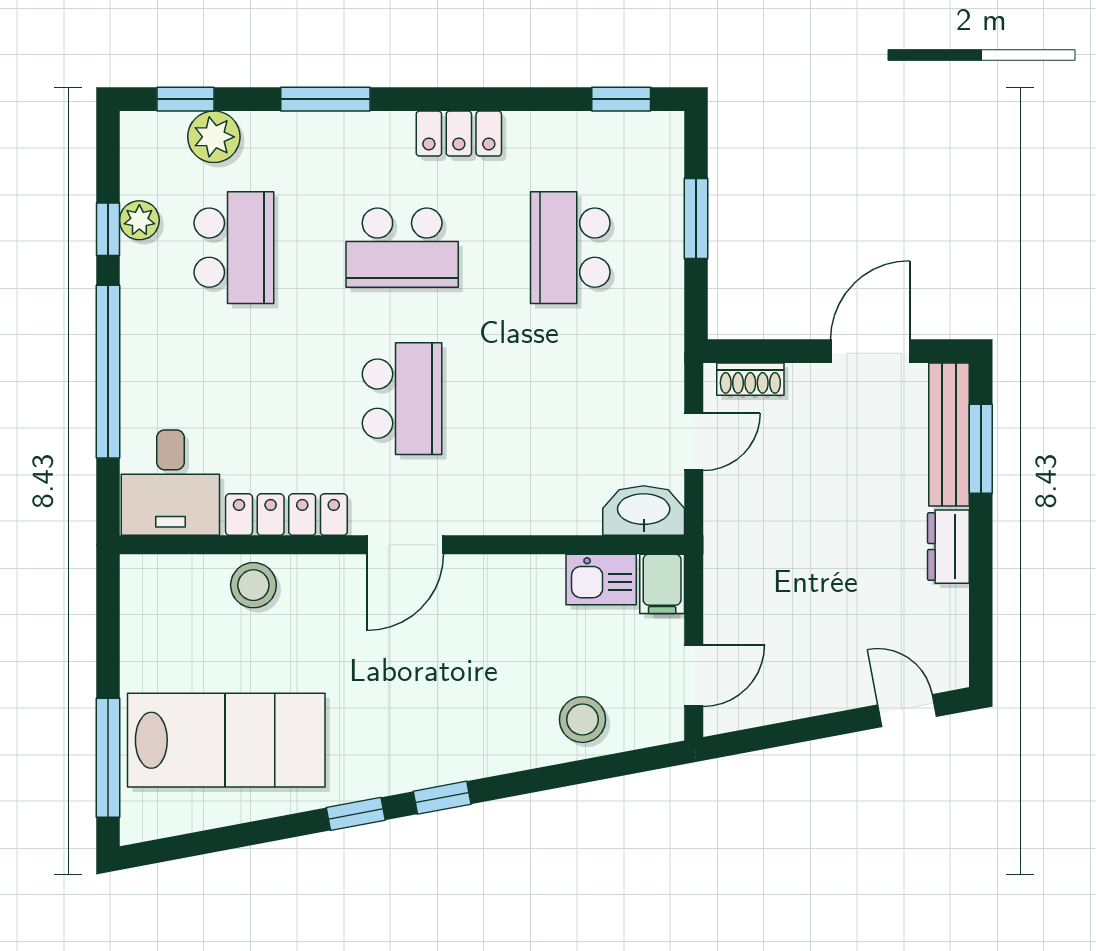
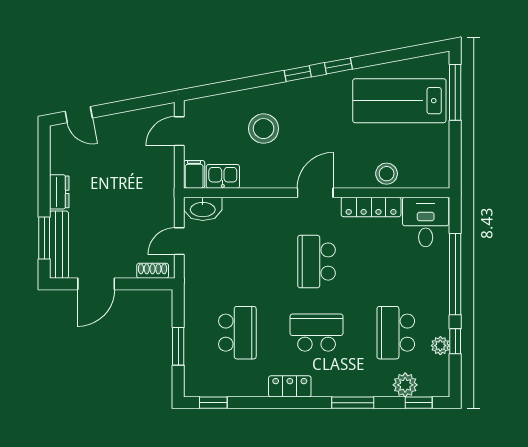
stool: (583, 720) -> (264, 129), moved, width x1.38, depth x1.38

